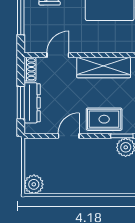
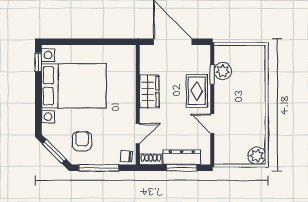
chair: (33, 43) -> (127, 156), added
door: (58, 55) -> (138, 134), swing flipped
wardrobe: (104, 68) -> (149, 91), width x0.67

